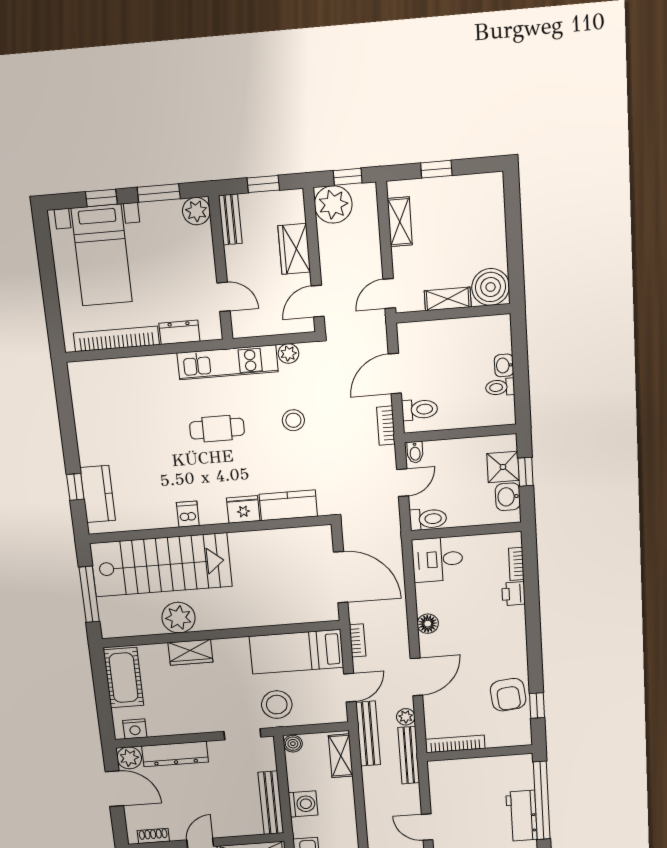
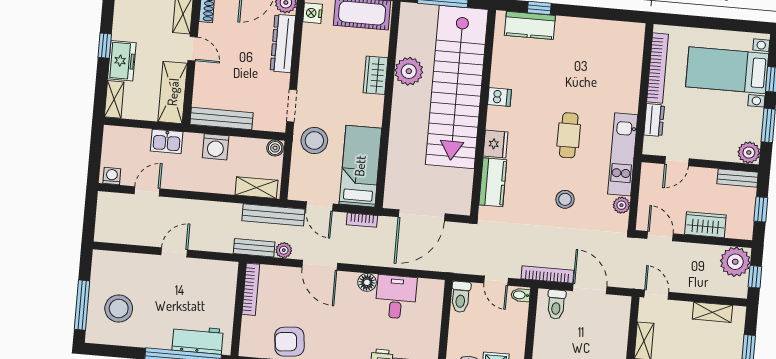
bookcase: (386, 426) -> (547, 275), width x1.56
desk: (437, 559) -> (396, 297), moved
stairs: (161, 565) -> (457, 87), width x1.36
bench: (409, 755) -> (254, 248), width x0.73
workbench: (522, 816) -> (198, 340), moved

